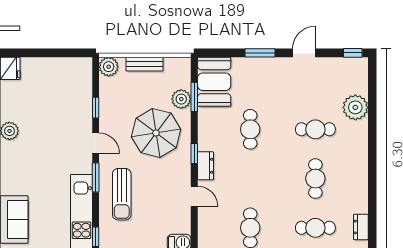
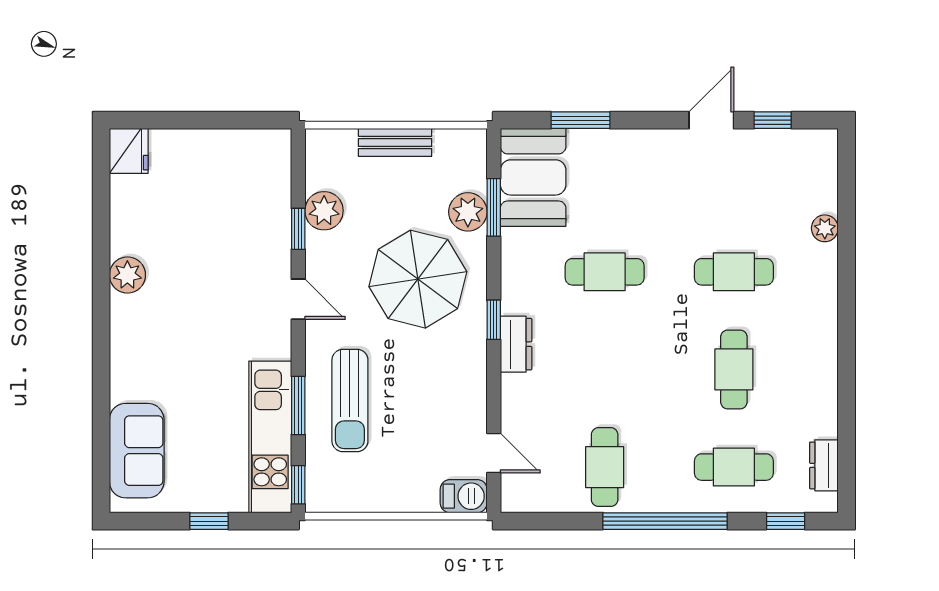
window: (260, 53) -> (580, 120), moved
window: (353, 53) -> (773, 120), moved
plant: (109, 67) -> (324, 211), moved
plant: (355, 107) -> (825, 228), width x0.53, depth x0.53
cafe table: (250, 129) -> (605, 272), turned 90
window: (96, 178) -> (298, 405), moved
door: (194, 196) -> (494, 453), moved

